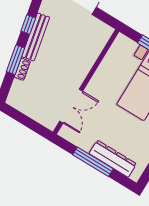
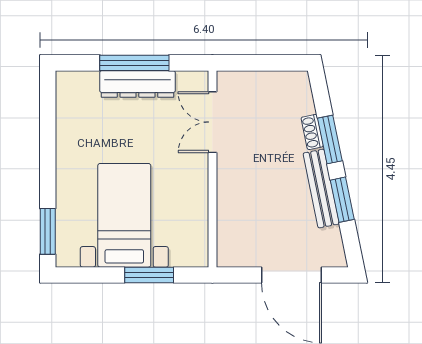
window: (28, 24) -> (342, 200), width x1.50
dresser: (113, 159) -> (137, 84), moved

